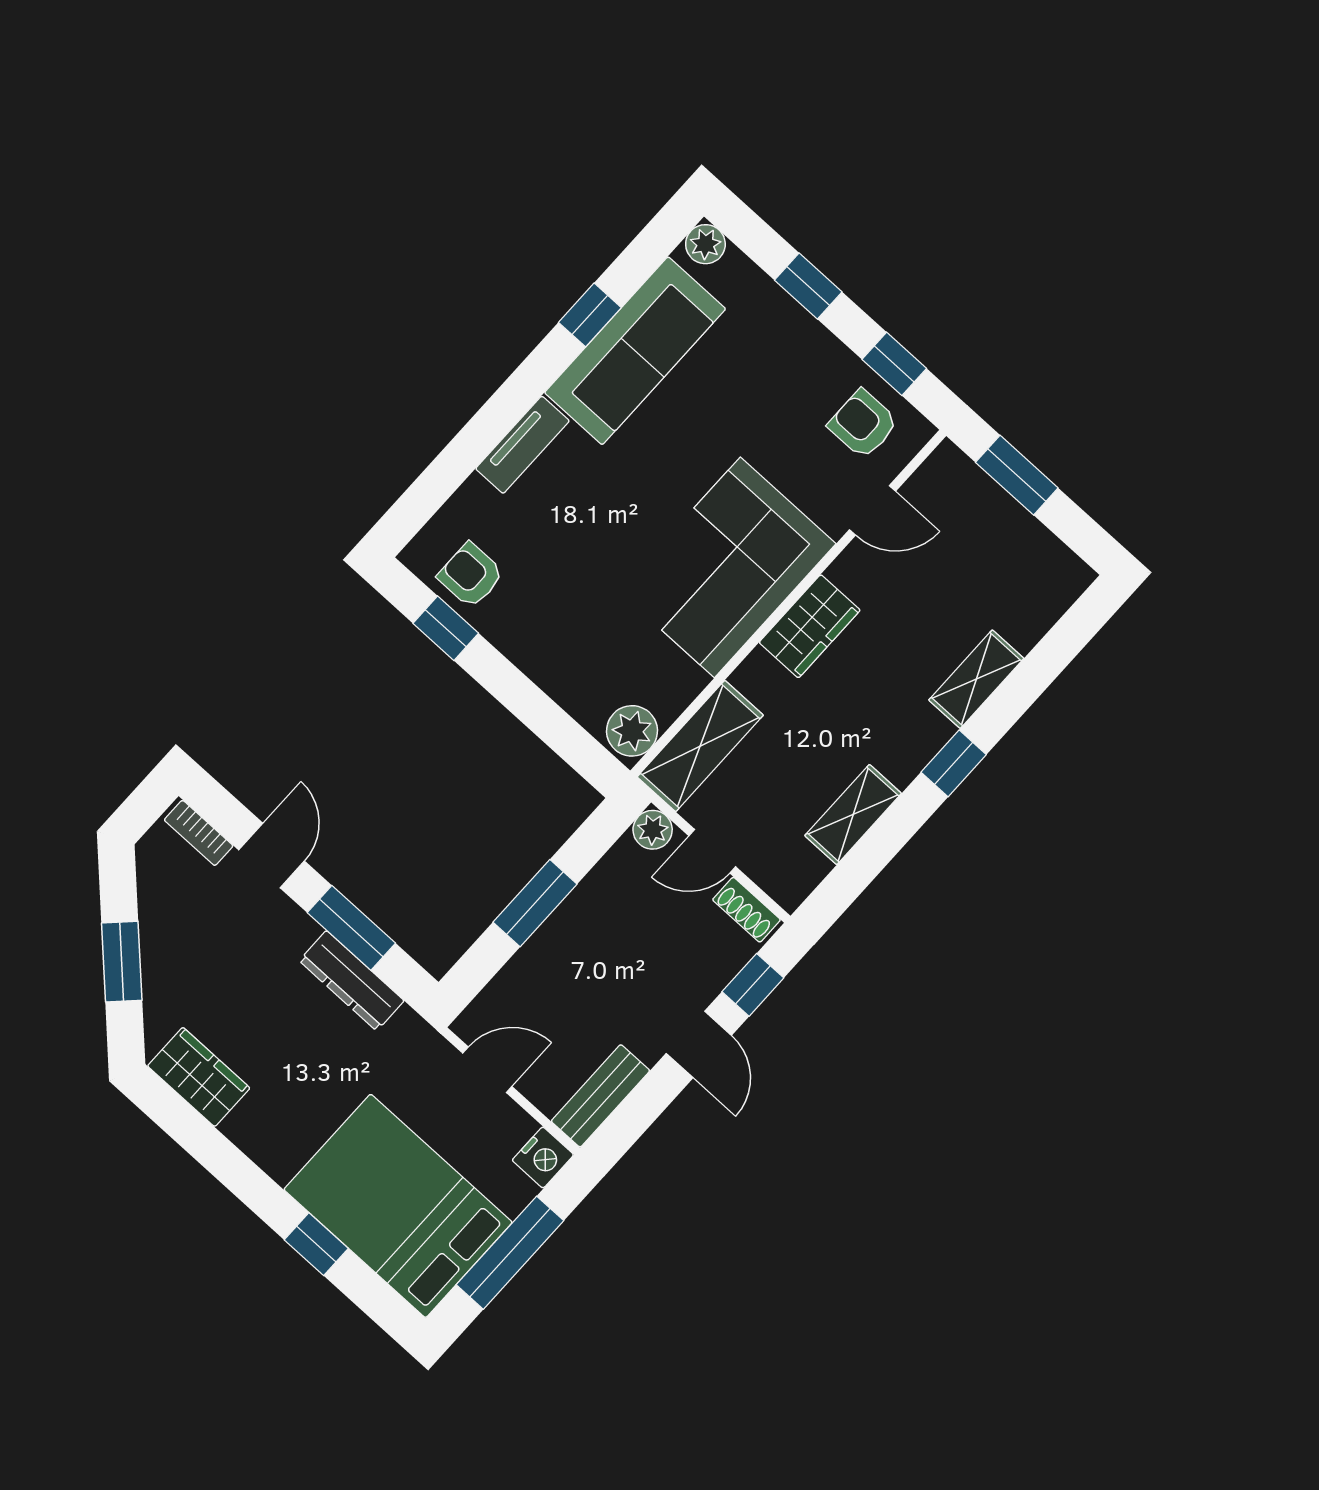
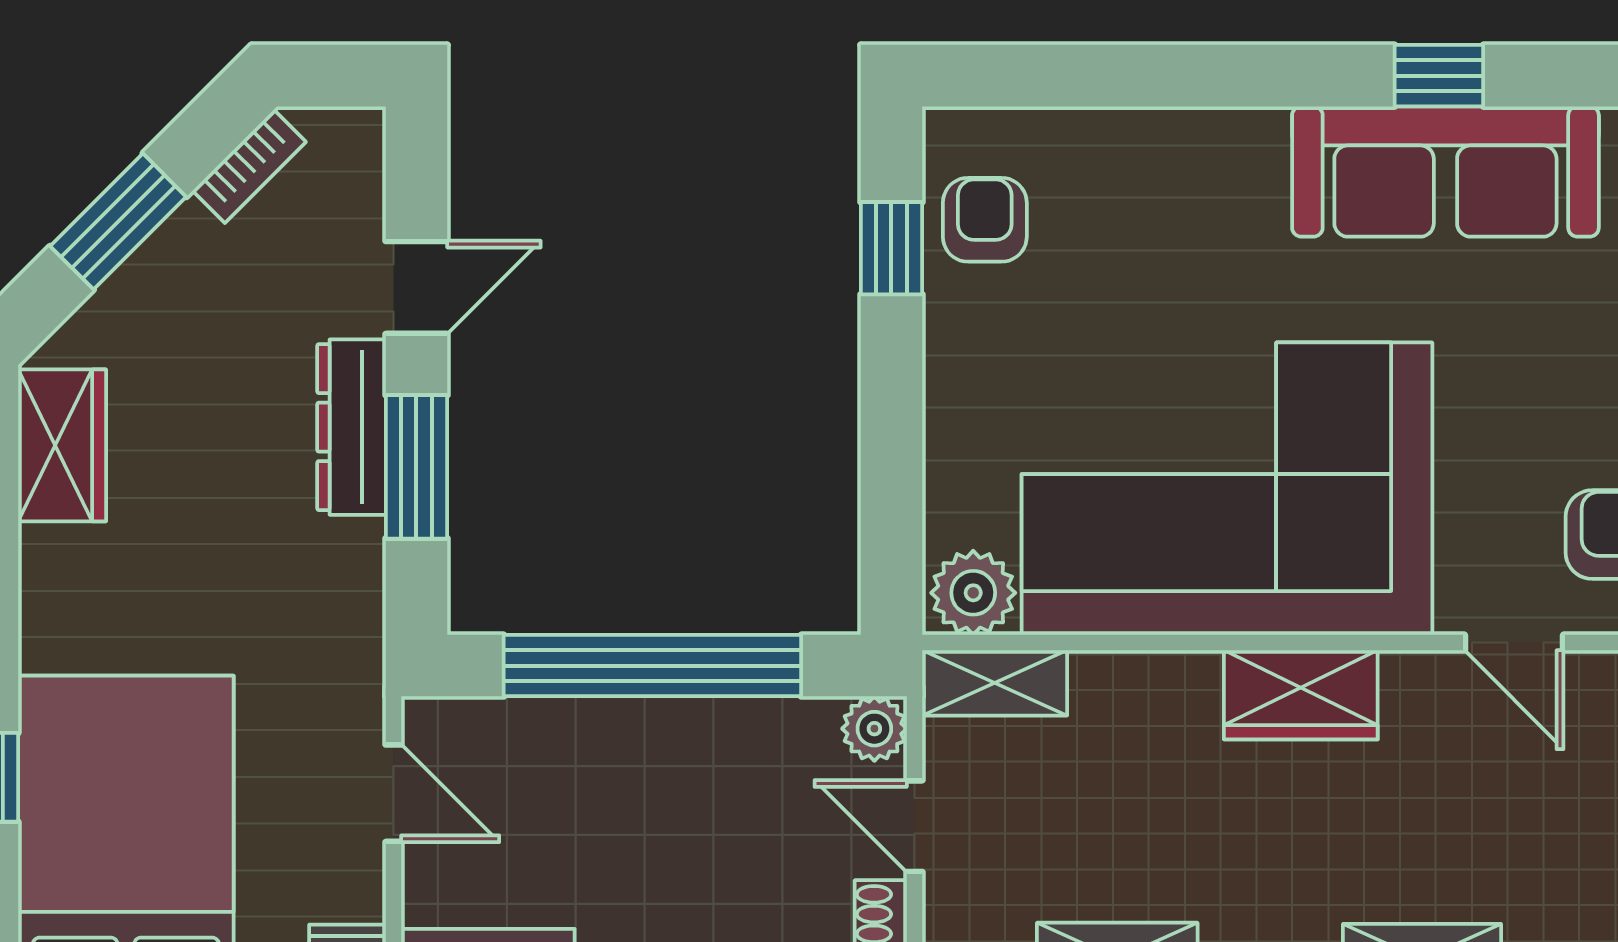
tv unit: (522, 445) -> (1204, 138), removed
corner sofa: (727, 567) -> (1227, 489), width x1.36, depth x1.36
shelving: (700, 746) -> (995, 683), width x0.67, depth x0.75
bookcase: (199, 833) -> (249, 166), moved, turned -135
window: (535, 903) -> (652, 666), width x2.11
dresser: (351, 981) -> (352, 427), moved

